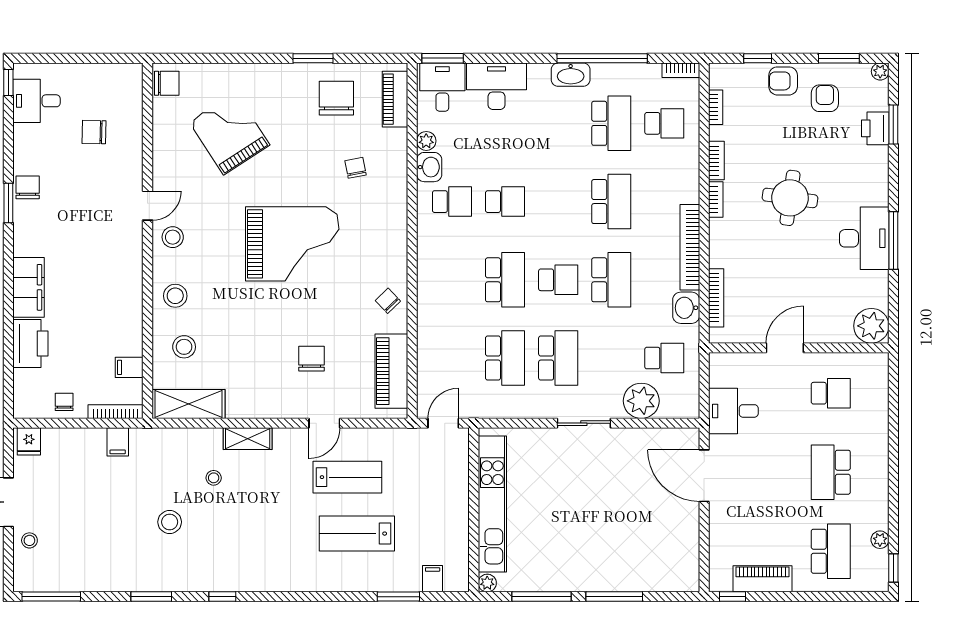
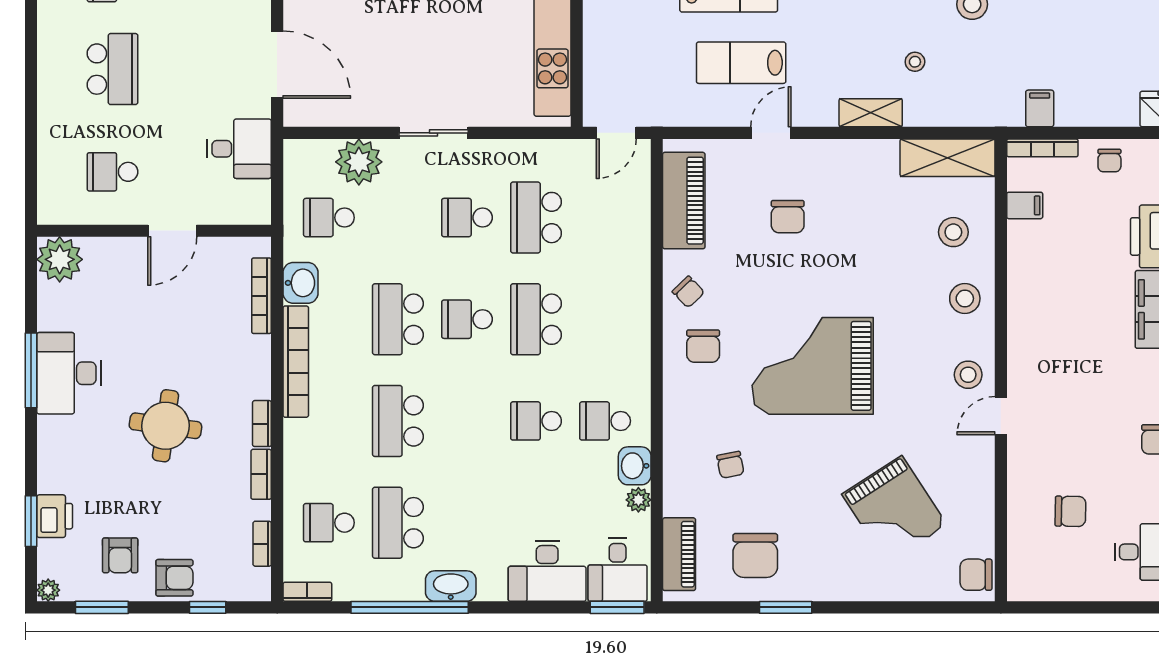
chair: (377, 259) -> (703, 346), added
school desk: (558, 358) -> (467, 218), width x0.54

